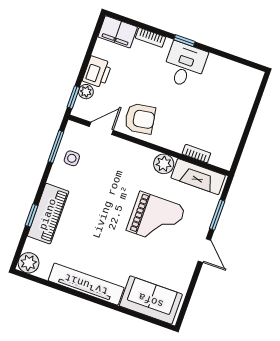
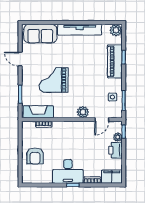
desk: (185, 65) -> (68, 171), width x1.37
armchair: (140, 119) -> (35, 156), moved, turned -81
plant: (164, 164) -> (83, 112), moved
door: (204, 251) -> (20, 59), moved

